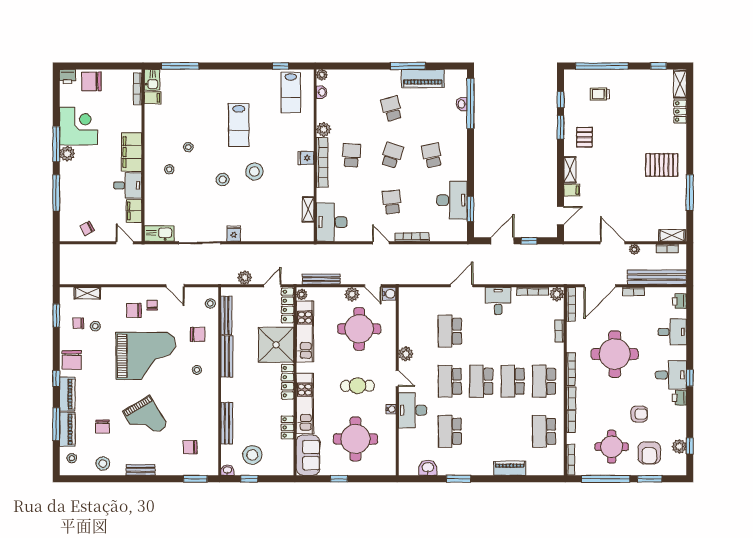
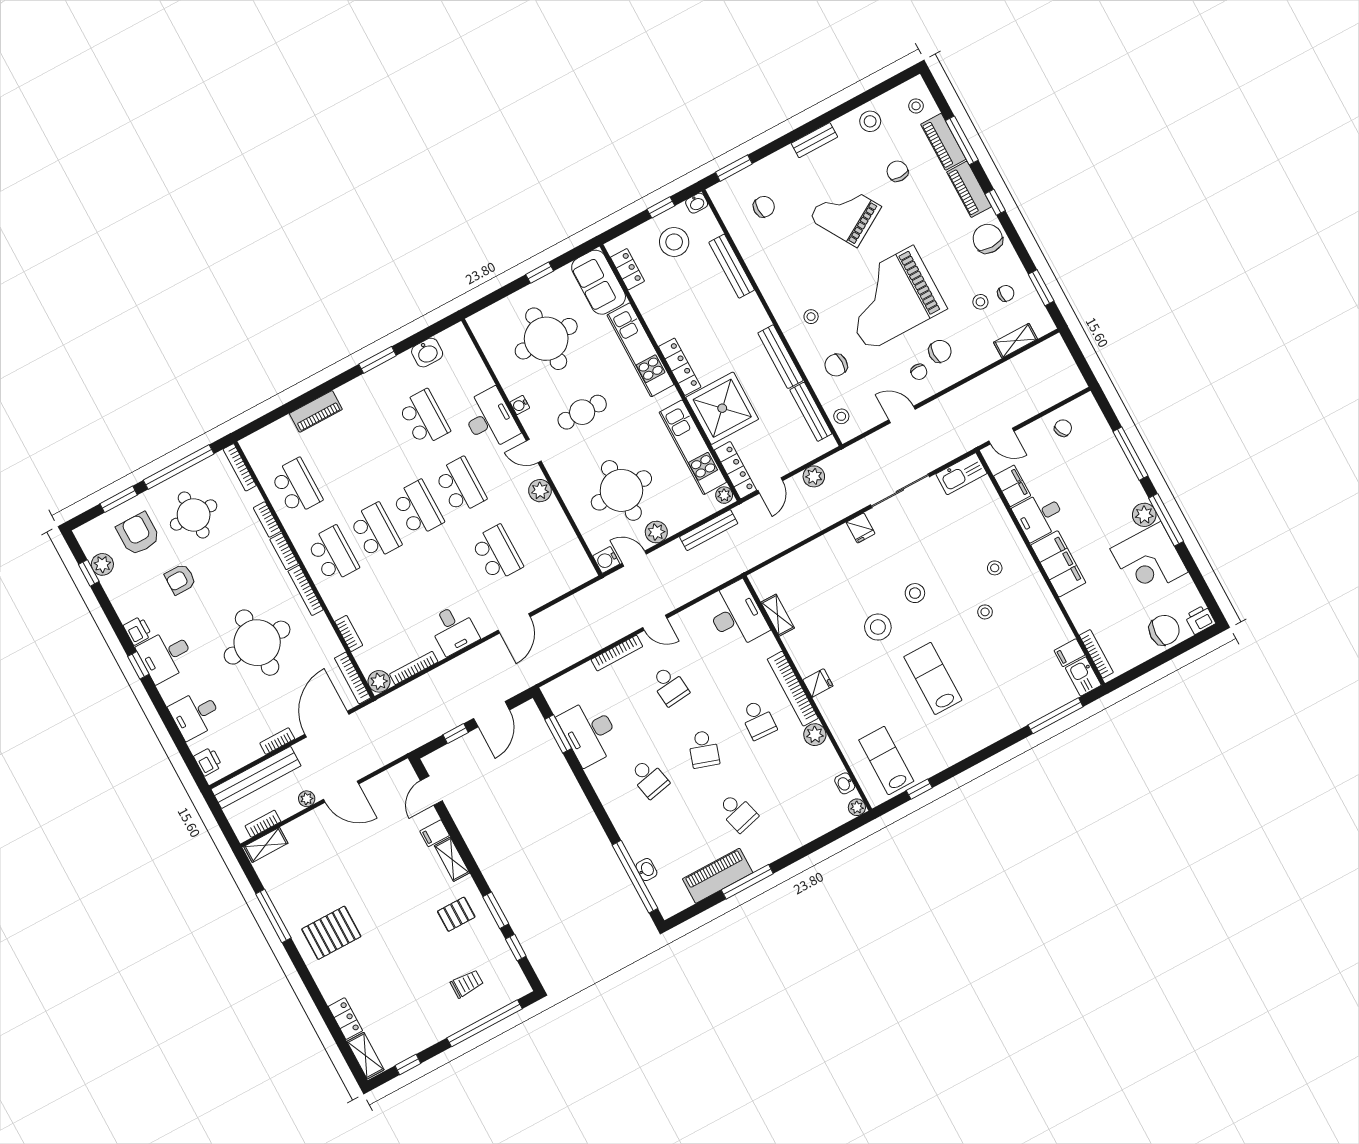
pallet: (584, 137) -> (456, 914), turned 90
locker: (287, 427) -> (627, 269), moved

